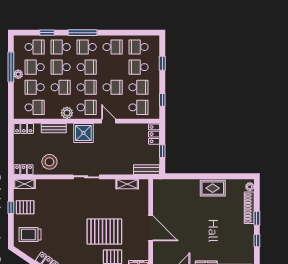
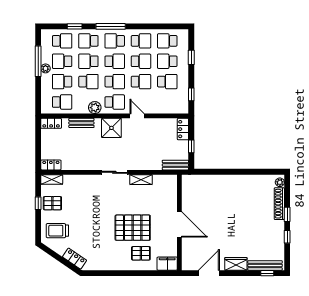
school desk: (139, 107) -> (141, 61), moved
stool: (49, 162) -> (77, 157), removed
shelving: (127, 184) -> (141, 180), moved
rug: (213, 188) -> (242, 184), removed

